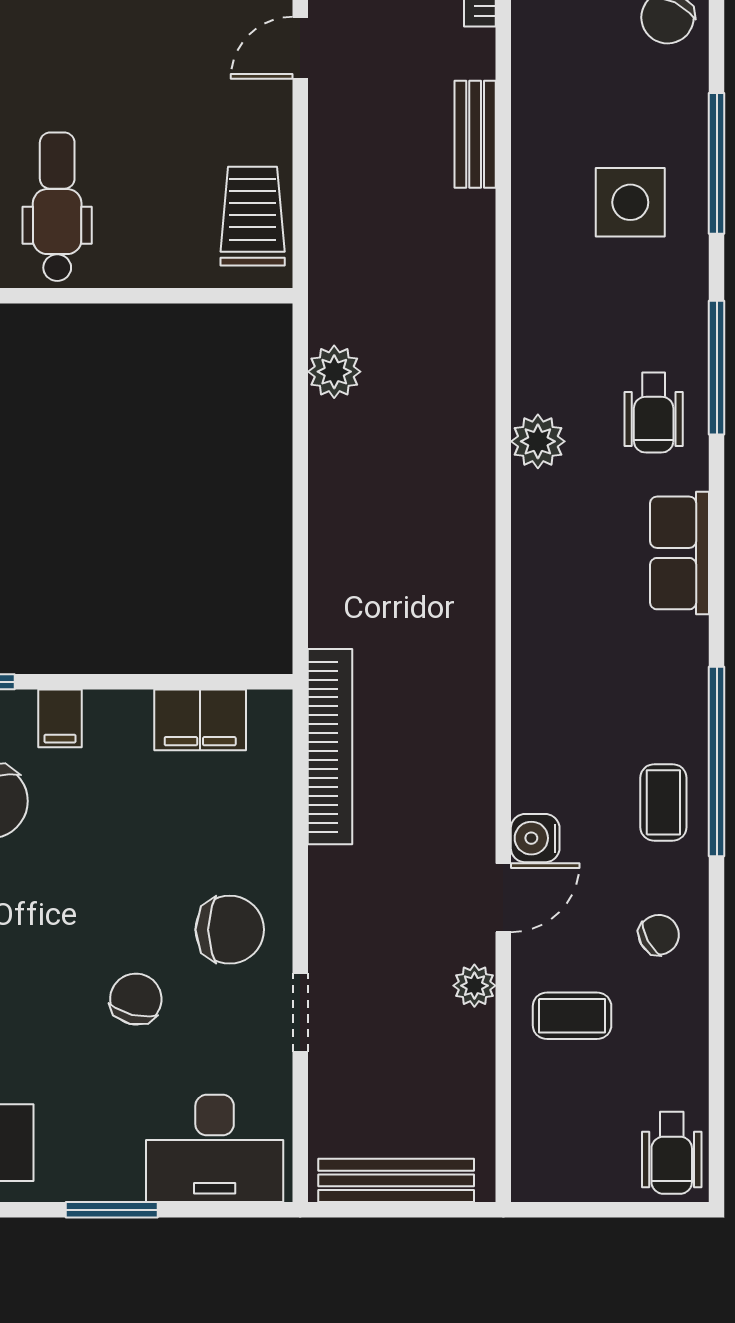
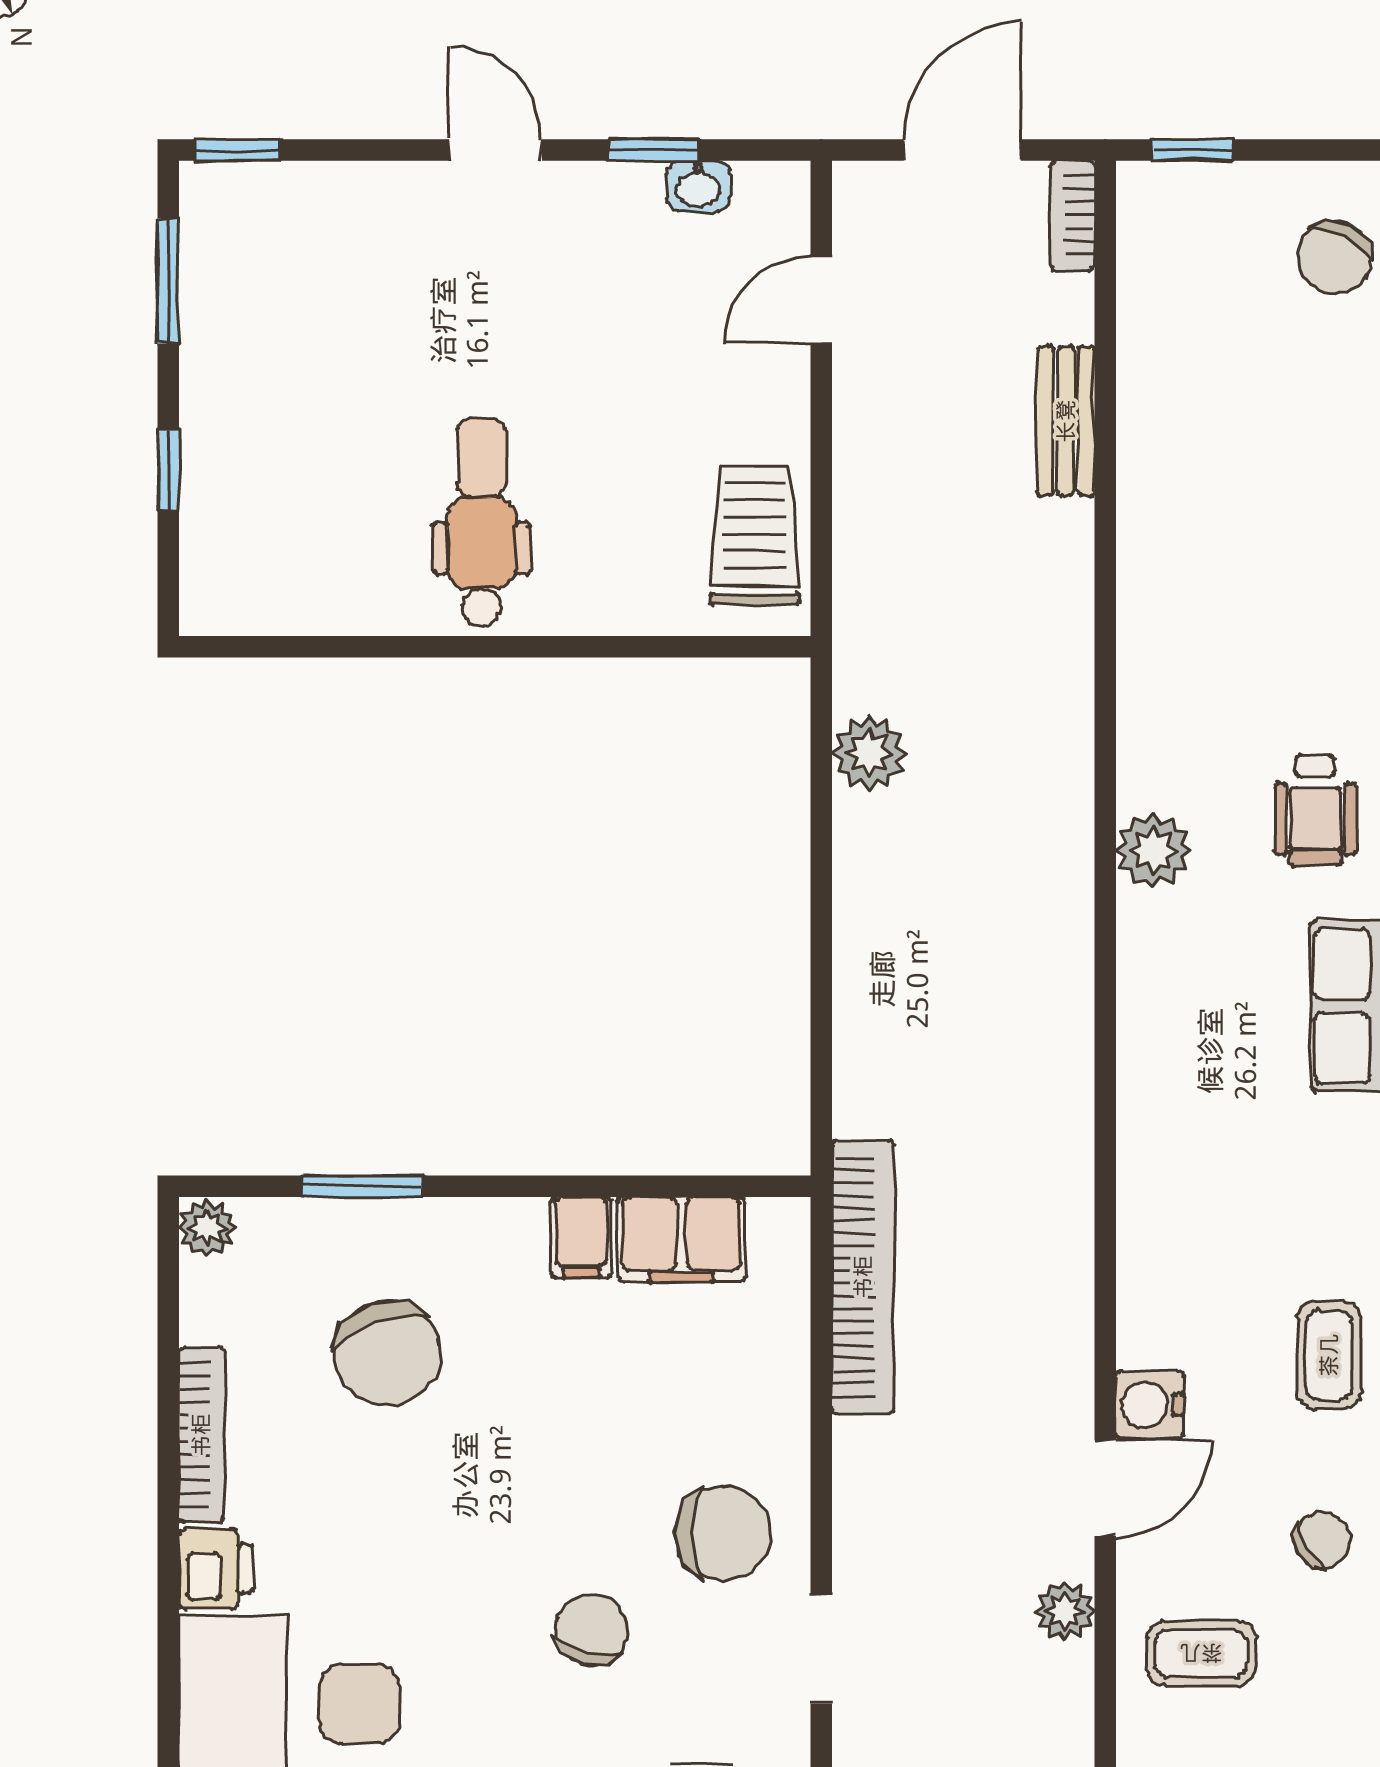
side table: (630, 202) -> (1283, 516), removed
filing cabinet: (60, 718) -> (581, 1237), moved

